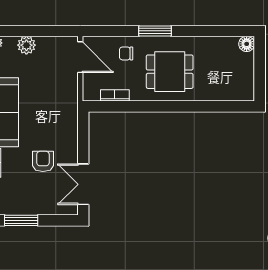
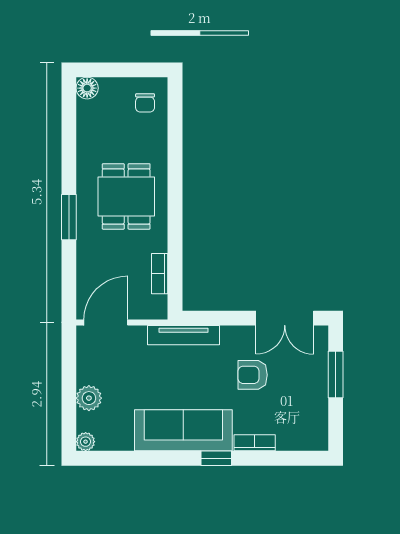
chair: (126, 53) -> (145, 103), moved
tv unit: (71, 112) -> (183, 335), added
window: (21, 220) -> (336, 374), moved

